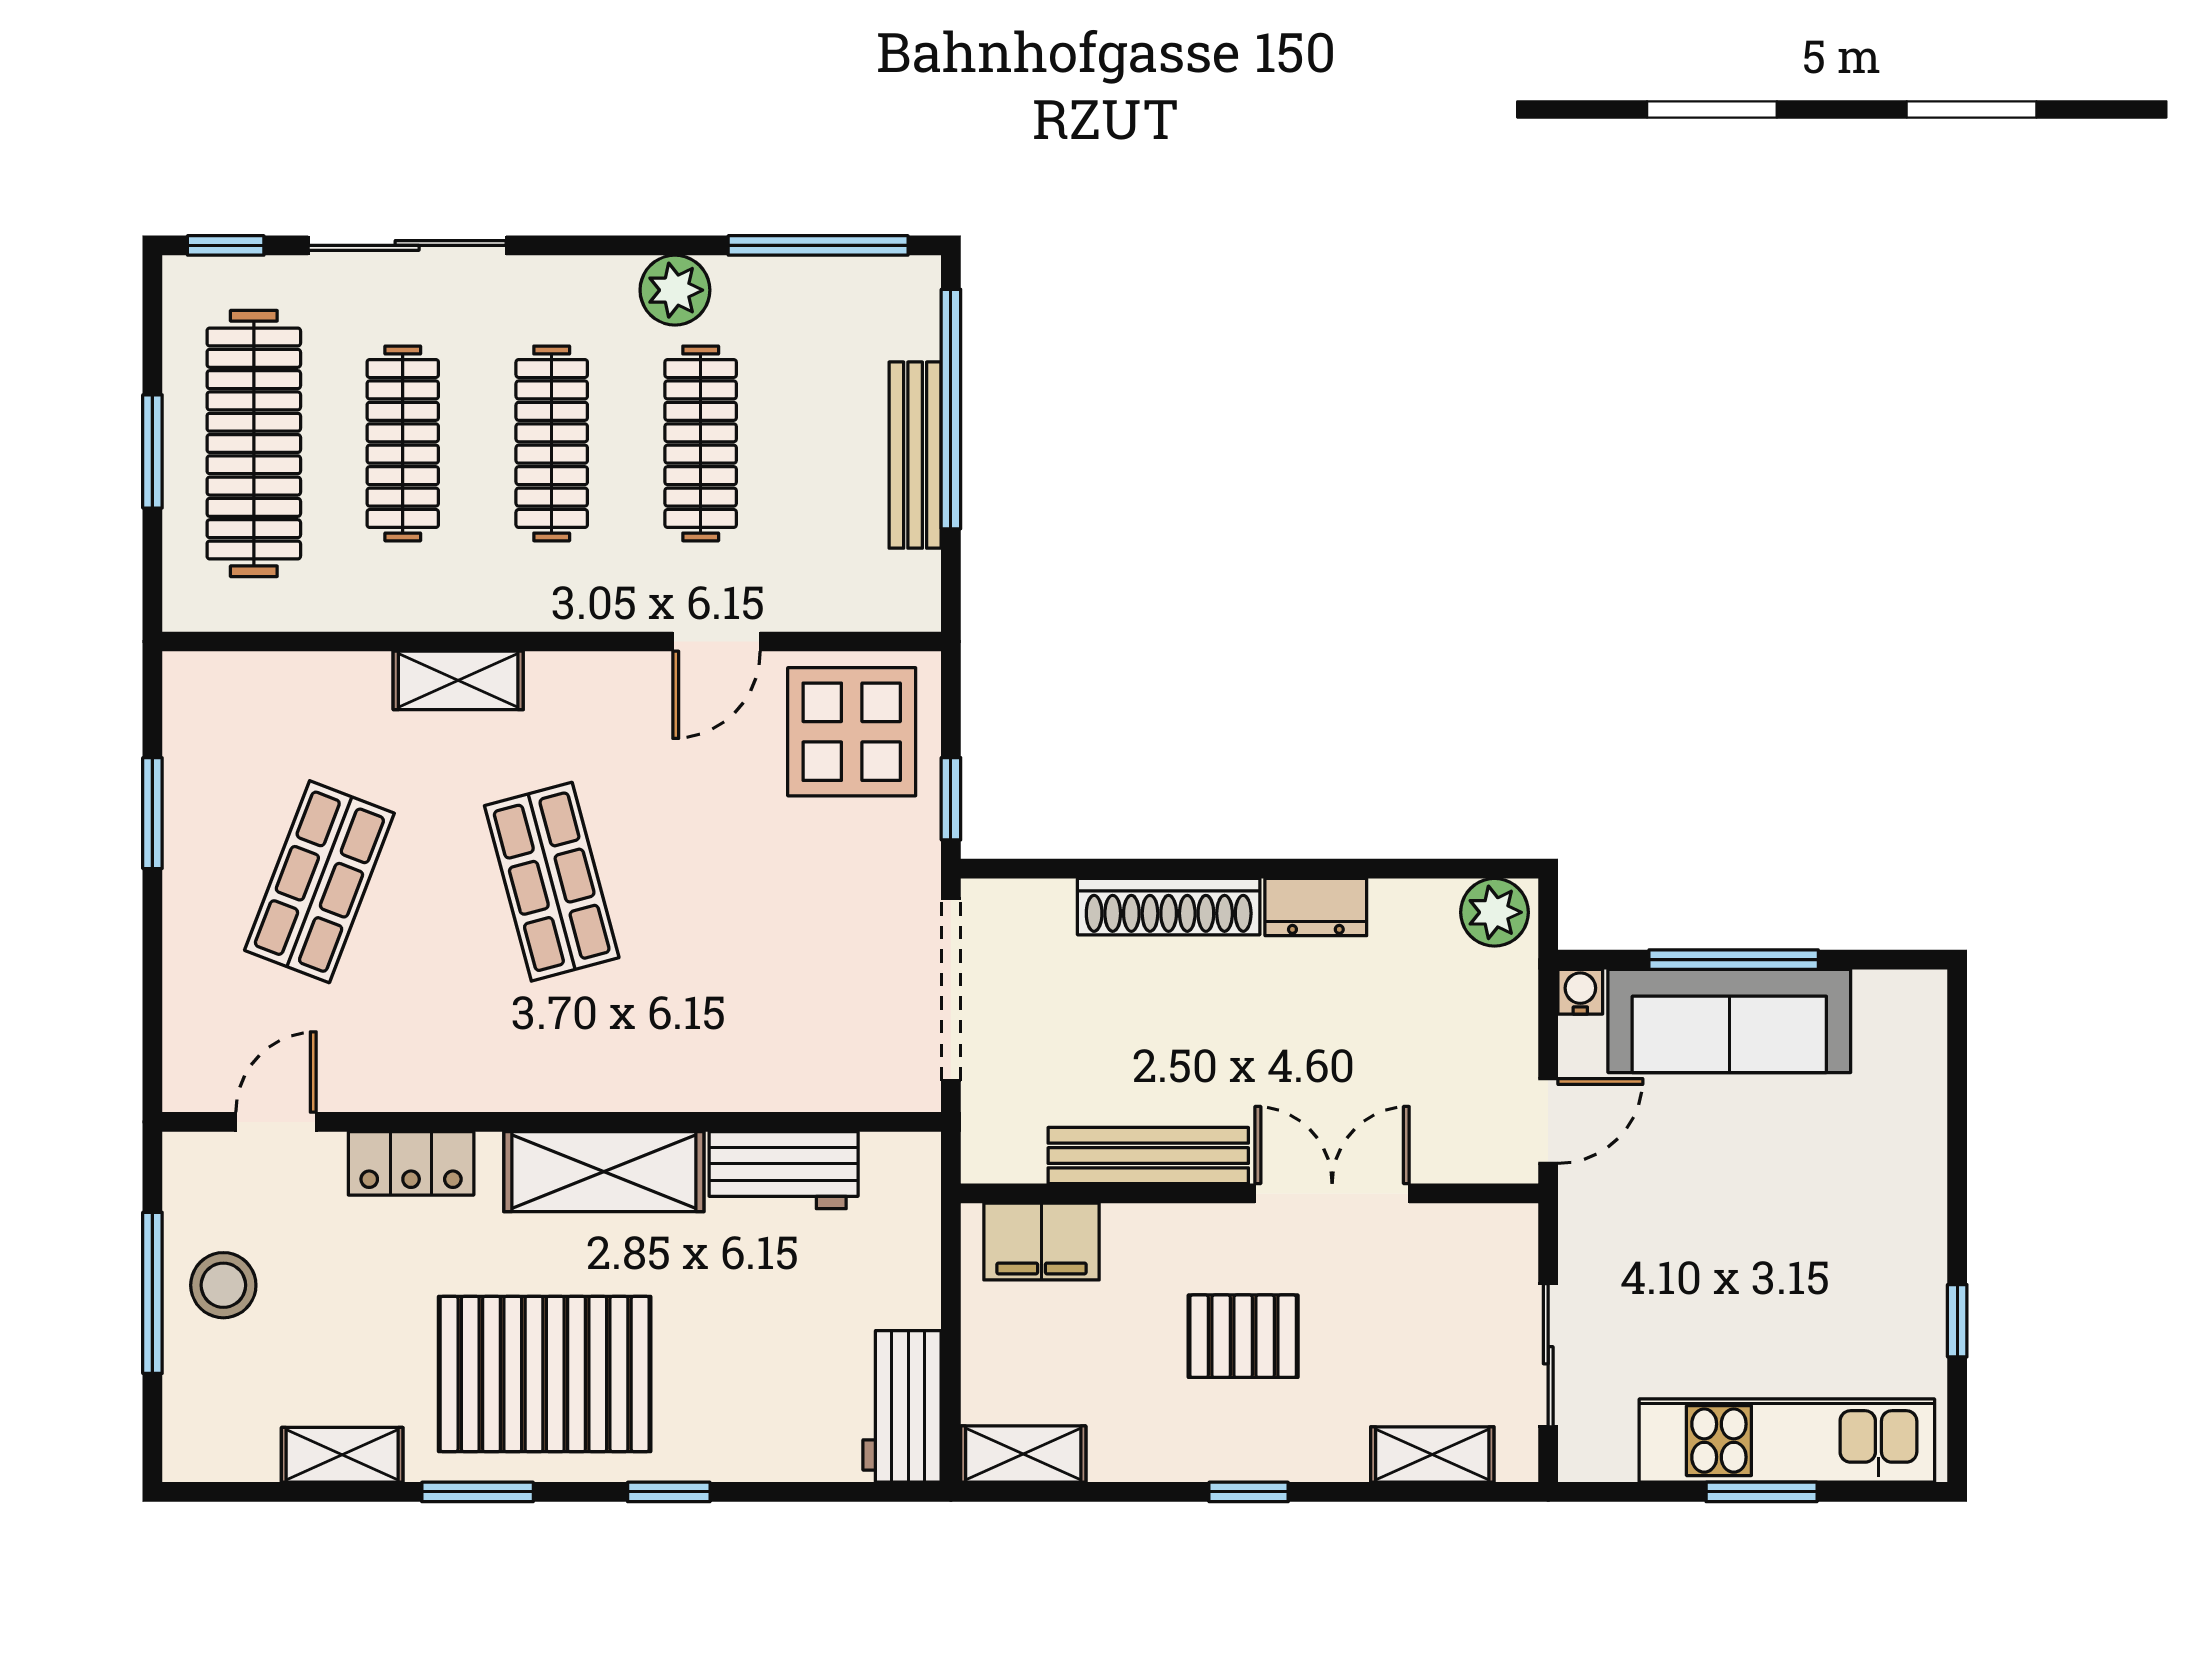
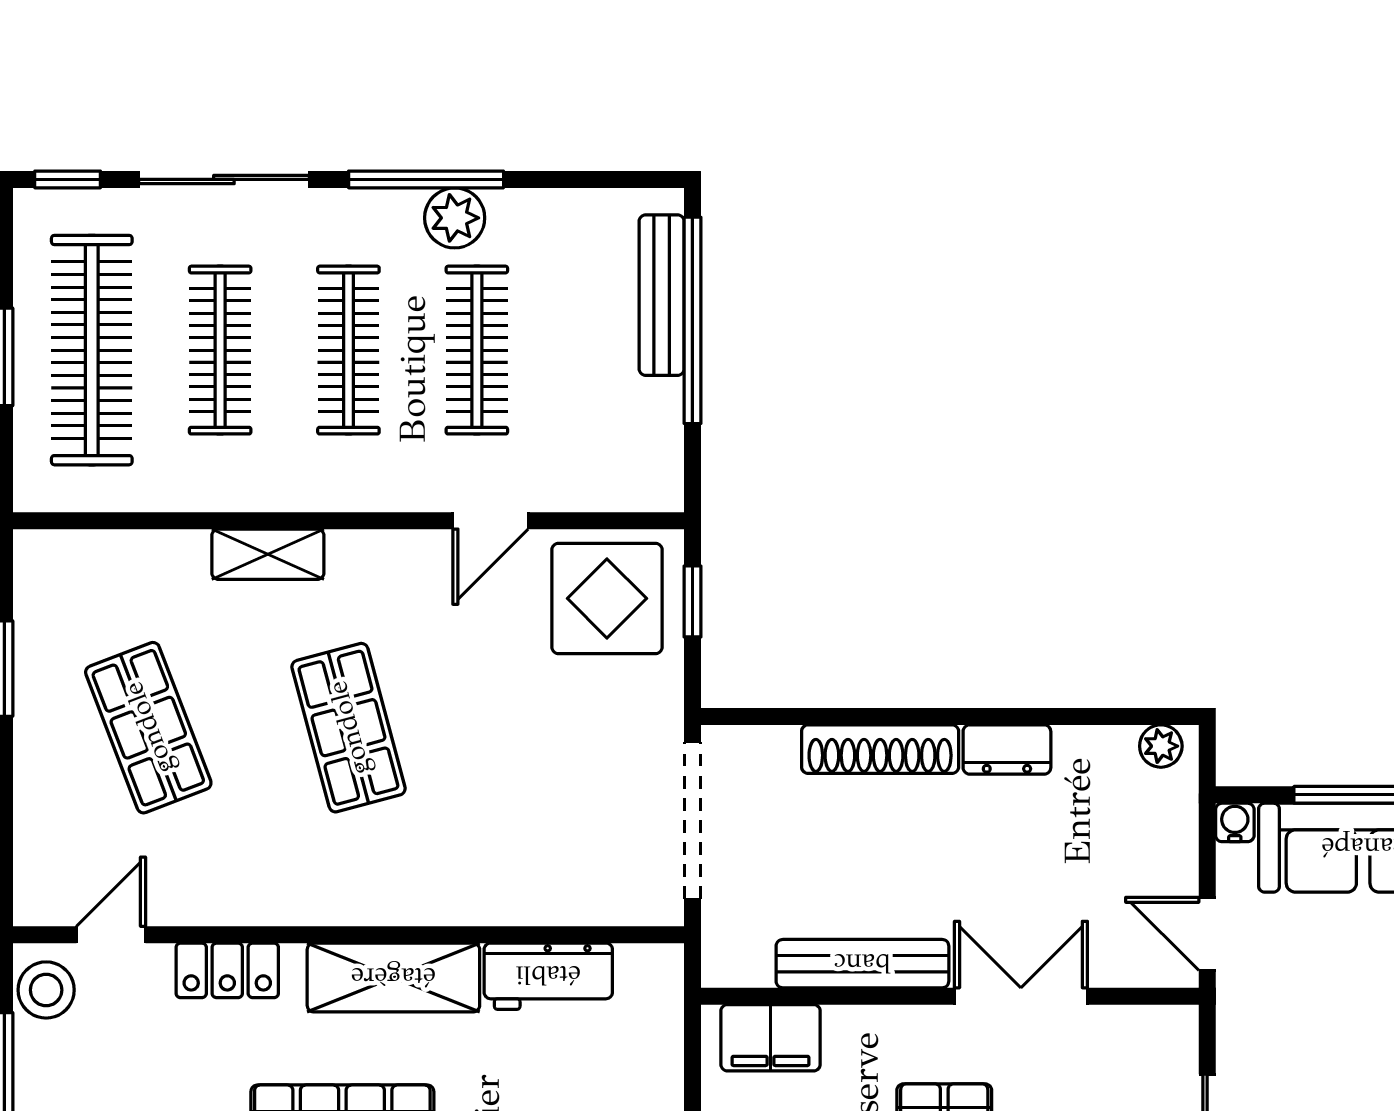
window: (818, 245) -> (426, 179), moved
bench: (915, 455) -> (662, 295), moved
window: (951, 799) -> (692, 601), moved
shop shelf: (319, 882) -> (148, 728), turned -42
plant: (1494, 912) -> (1161, 746), width x0.73, depth x0.73
door: (1548, 1121) -> (1207, 934), swing flipped
stool: (223, 1285) -> (46, 990), moved

